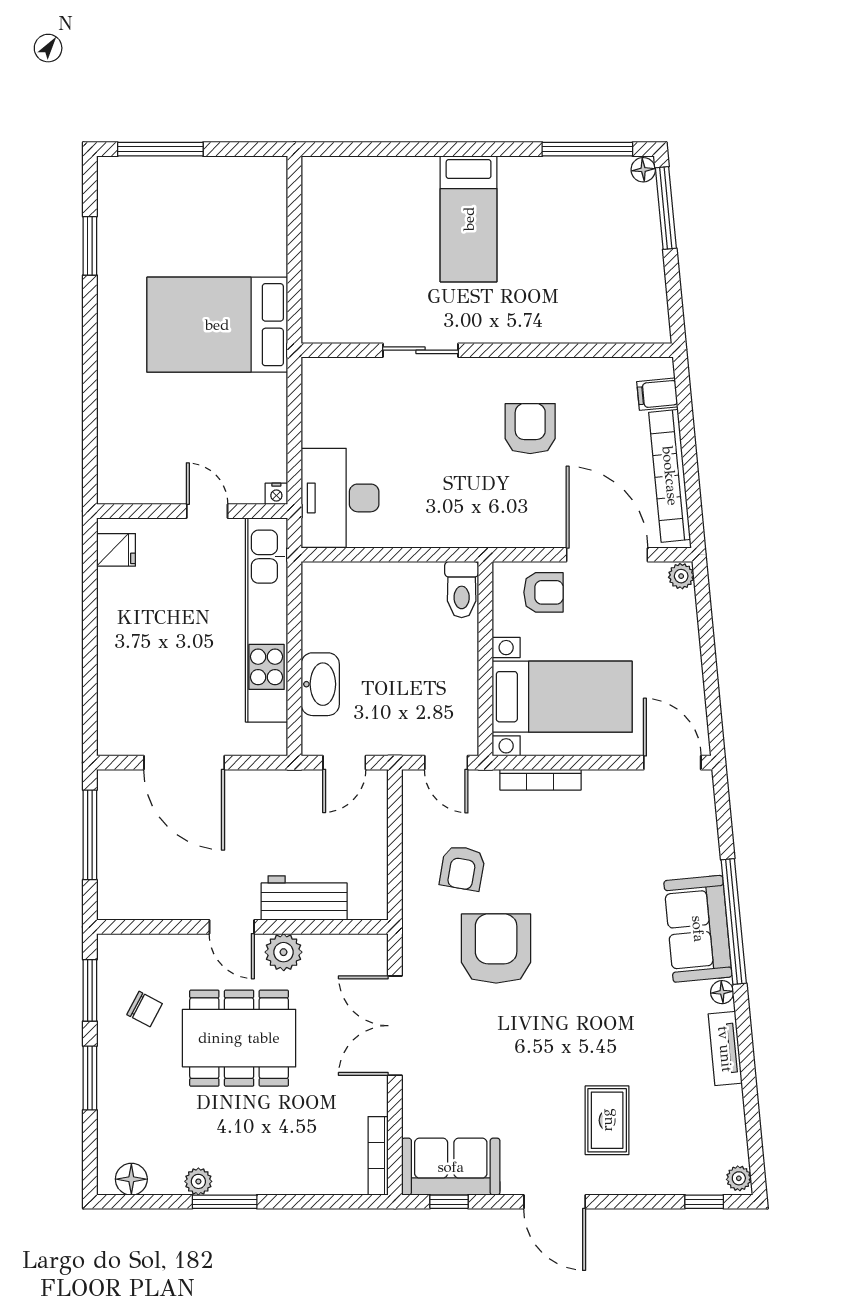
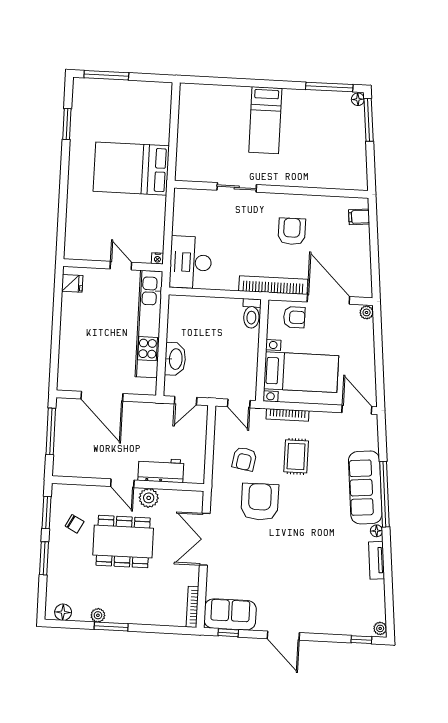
bookcase: (670, 476) -> (273, 285), moved, turned 95
sofa: (698, 929) -> (365, 487), width x1.36
rug: (607, 1120) -> (296, 456), moved

